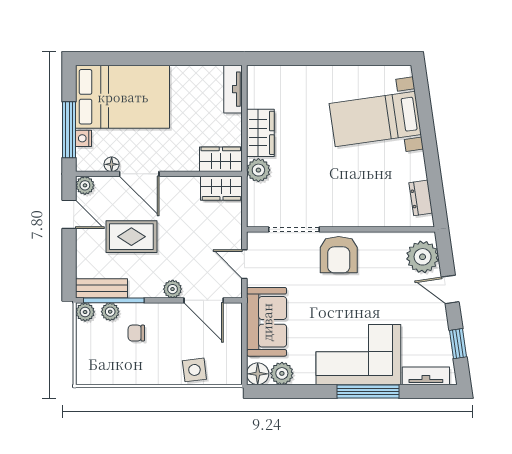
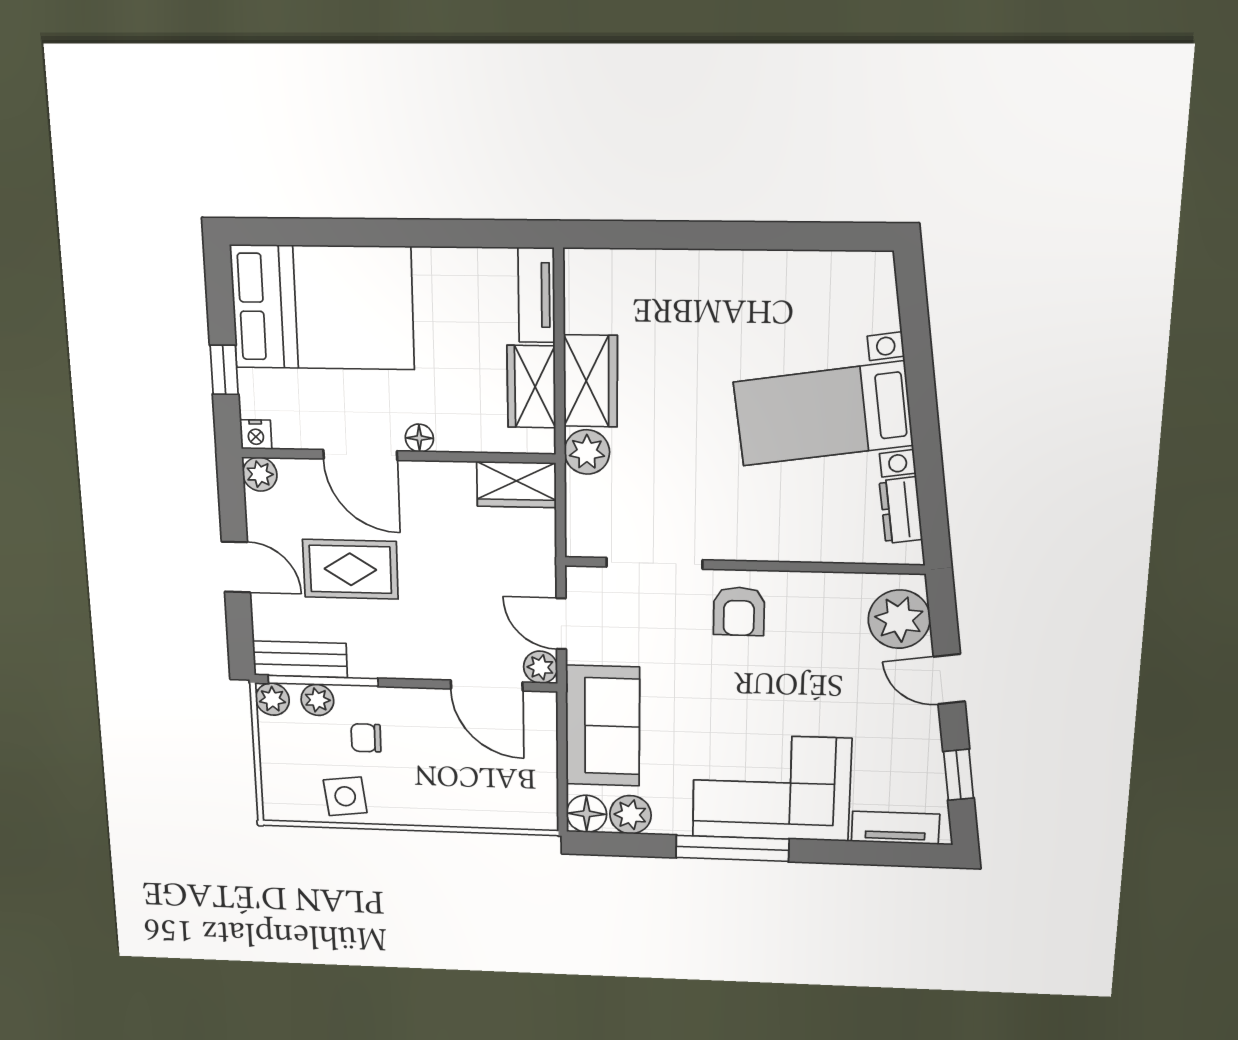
bed with nightstands: (375, 119) -> (823, 414), moved
window: (69, 130) -> (224, 370), width x0.46
nightstand: (84, 138) -> (256, 434), moved, turned -90
wardrobe: (221, 159) -> (531, 387), moved, turned -90
floor lamp: (112, 164) -> (419, 438), moved
door: (69, 214) -> (236, 567), moved
armchair: (339, 255) -> (739, 611), width x0.72, depth x0.72
plant: (173, 289) -> (540, 667), moved
side table: (194, 370) -> (345, 796), moved
window: (368, 391) -> (732, 848), moved

